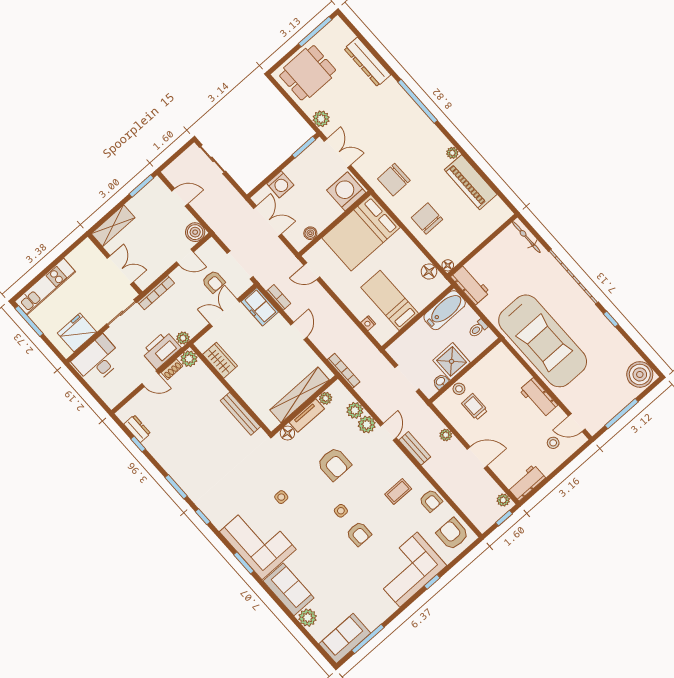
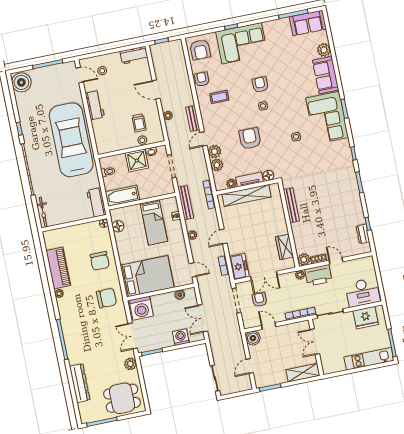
door: (180, 197) -> (250, 366), hinge flipped
bench: (366, 345) -> (186, 203), added
plant: (503, 500) -> (192, 235), moved

